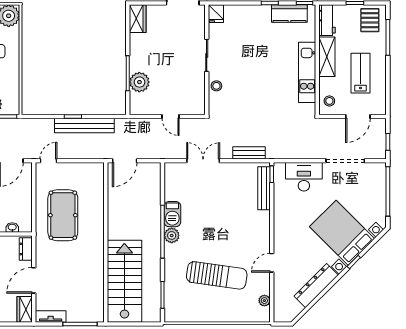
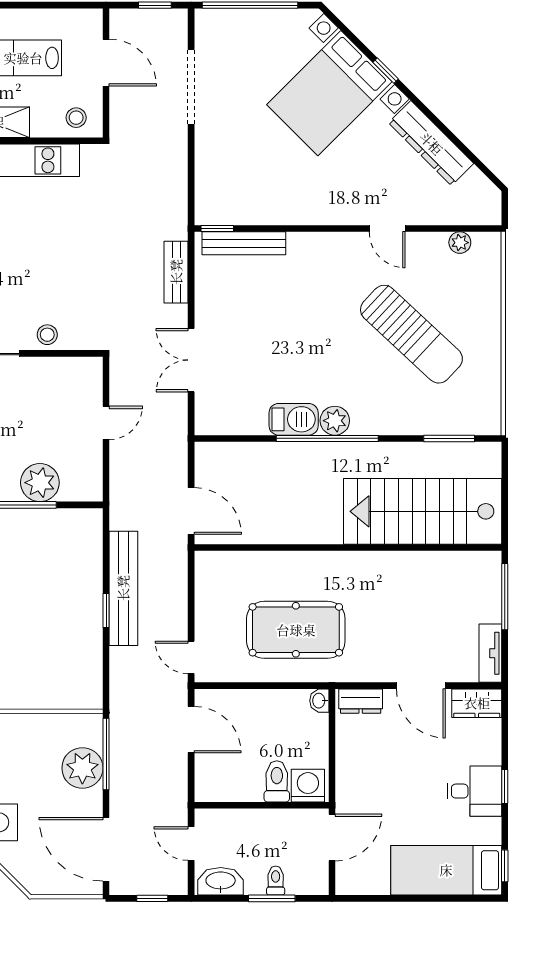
desk: (304, 177) -> (222, 167), removed
washbasin: (12, 227) -> (319, 701), moved
sun lounger: (217, 275) -> (411, 334), turned 125

